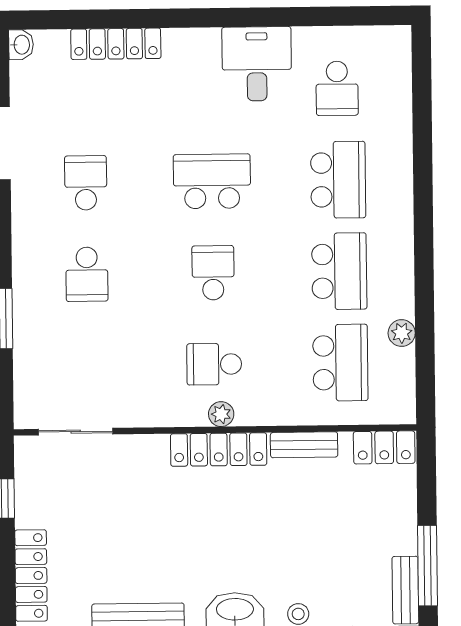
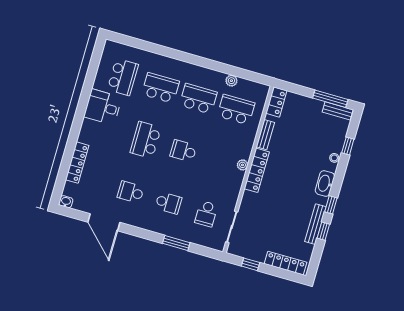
school desk: (337, 88) -> (123, 77), width x1.85
school desk: (214, 364) -> (206, 214), moved

